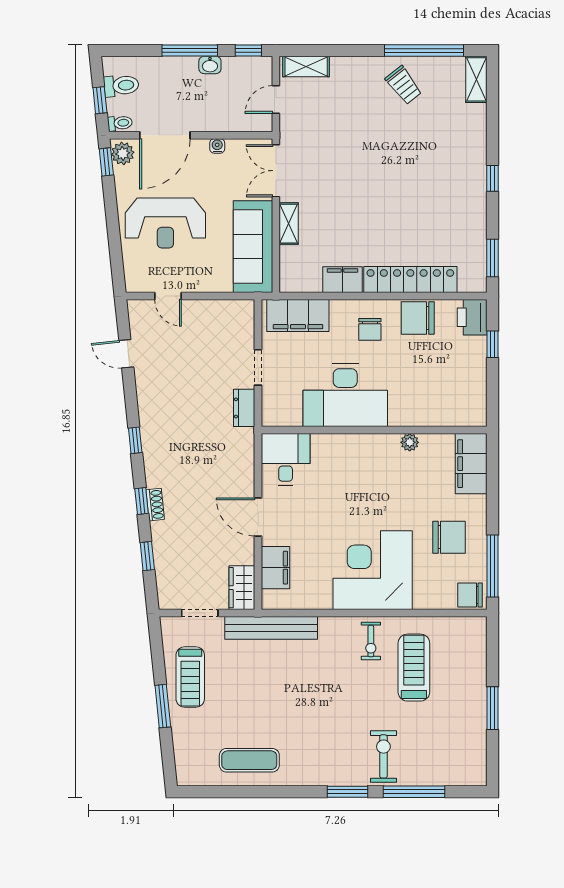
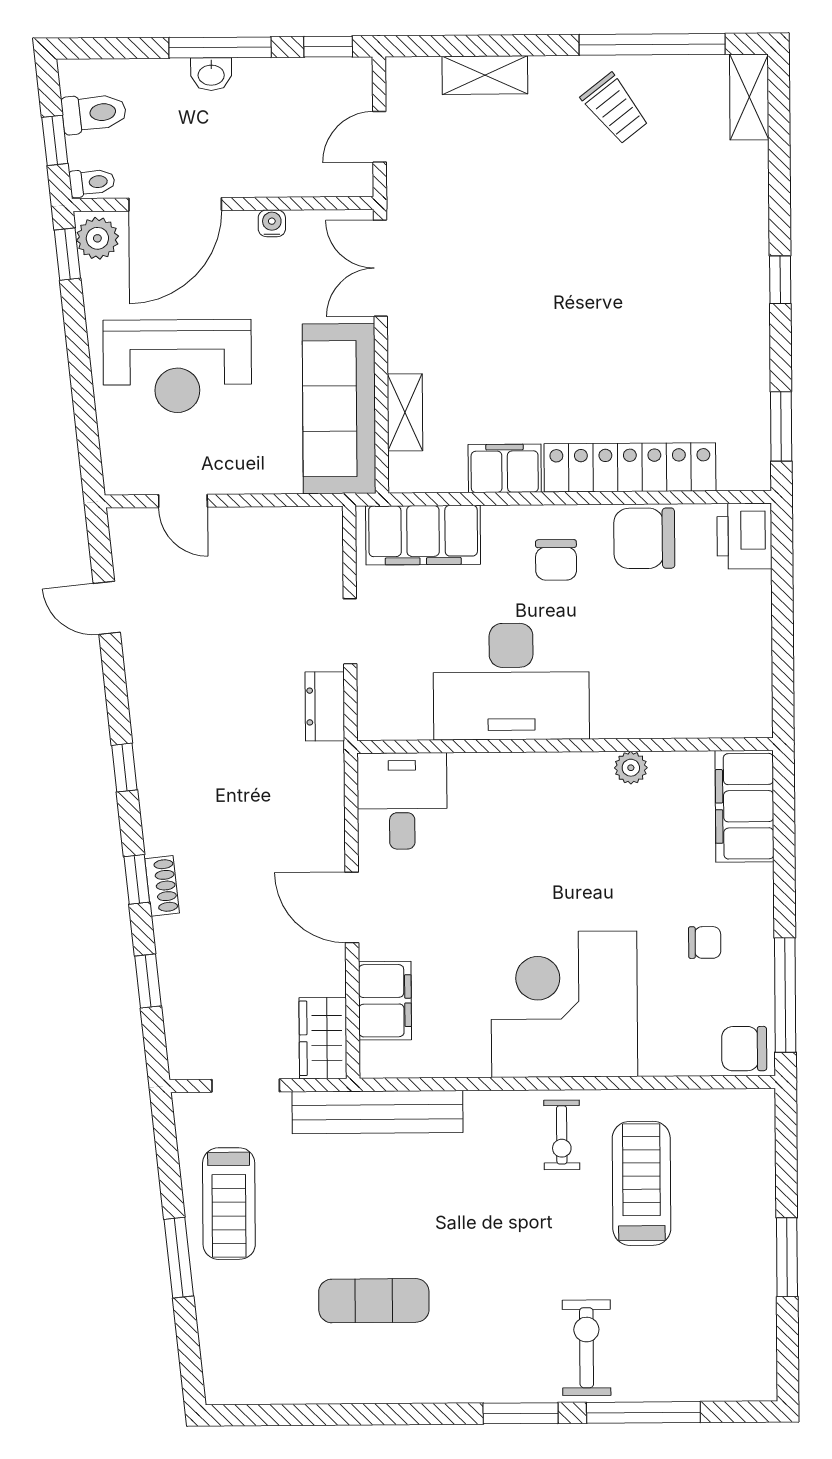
washbasin: (210, 65) -> (211, 74), moved
shelving: (306, 66) -> (485, 75), moved
shelving: (289, 224) -> (405, 412), moved
window: (492, 344) -> (782, 586), removed
chair: (449, 537) -> (705, 942), width x0.54, depth x0.54
exercise mat: (249, 760) -> (374, 1301), moved

